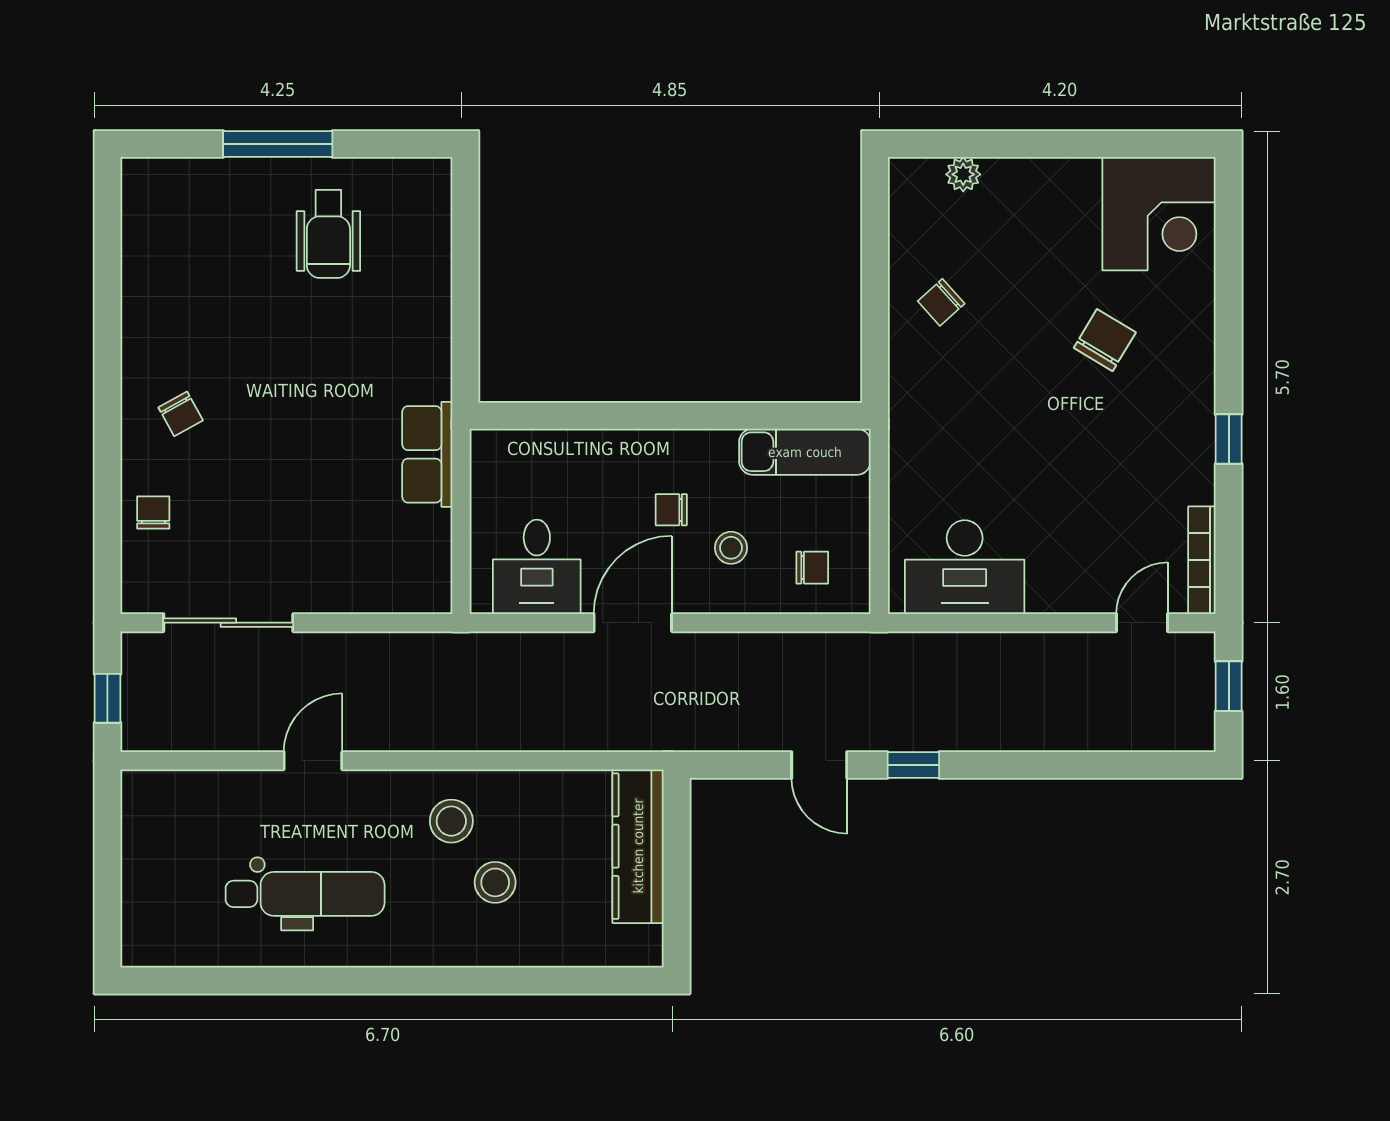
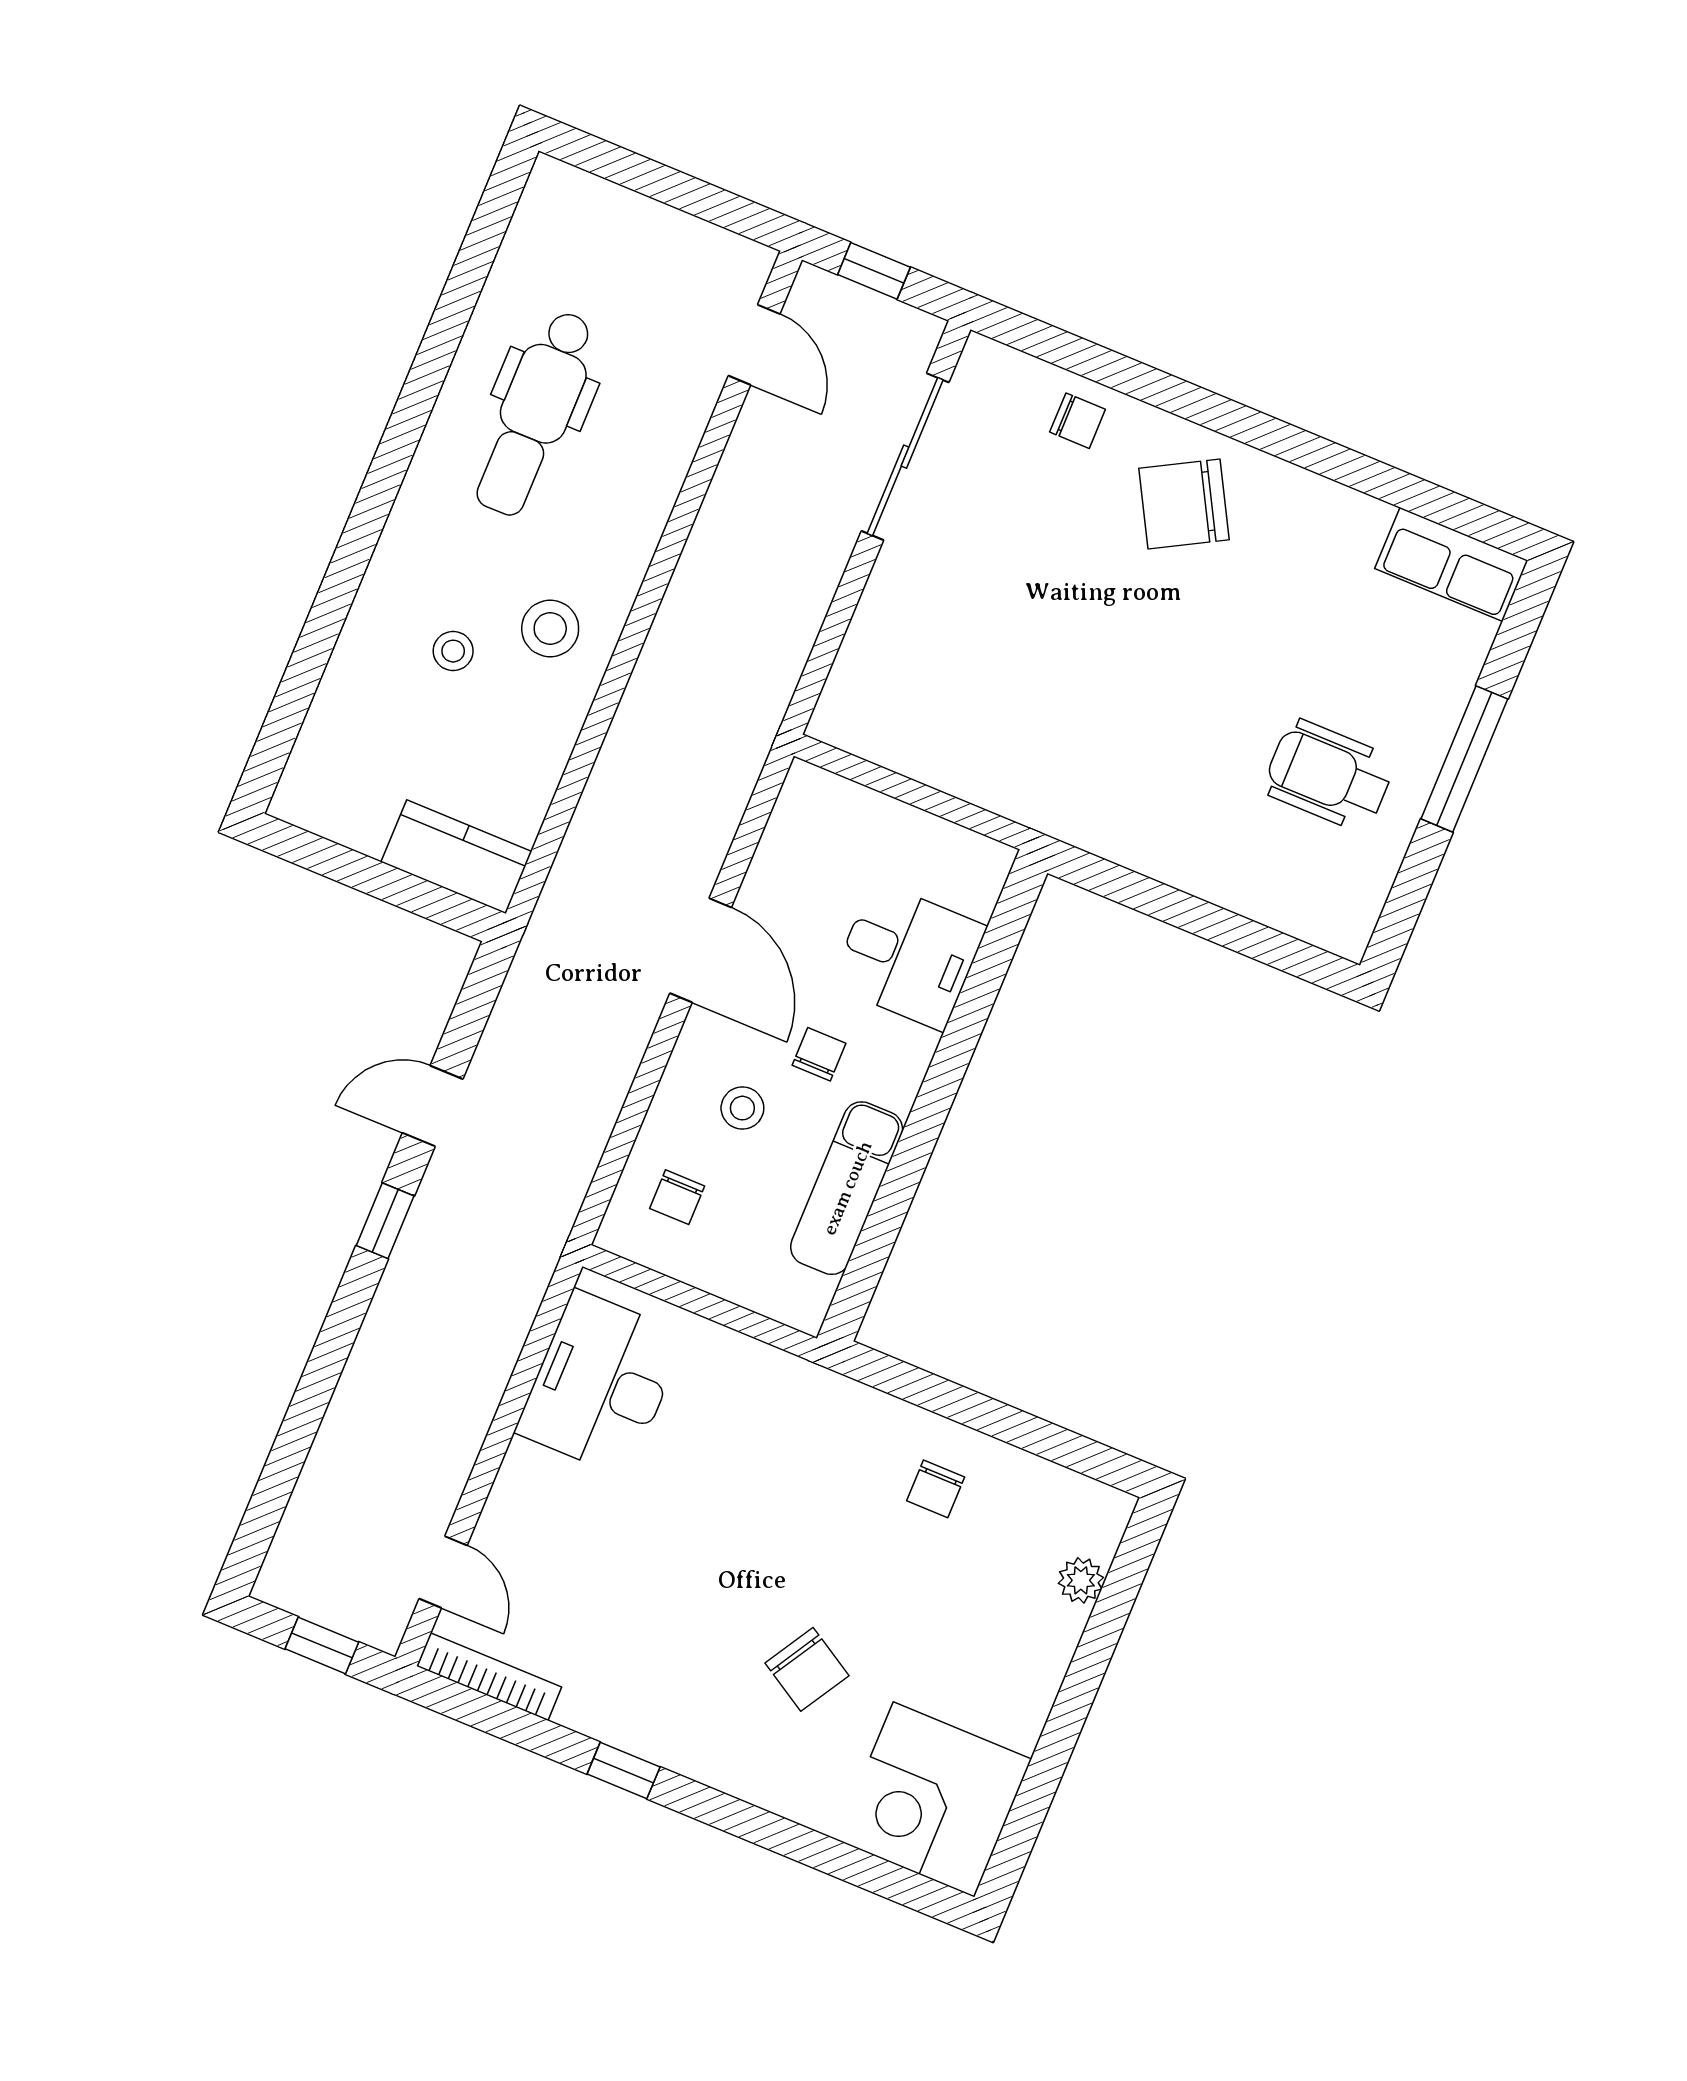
chair: (941, 302) -> (936, 1489), turned -138
chair: (181, 414) -> (1184, 504), width x1.87, depth x1.87
exam couch: (805, 452) -> (847, 1188), moved
row of seats: (427, 454) -> (1451, 564), moved, turned 180
desk: (537, 567) -> (908, 956), moved, turned 180
door: (313, 761) -> (754, 345), moved
kitchen counter: (638, 846) -> (456, 857), width x0.67
stool: (495, 882) -> (453, 651), width x0.73, depth x0.73

